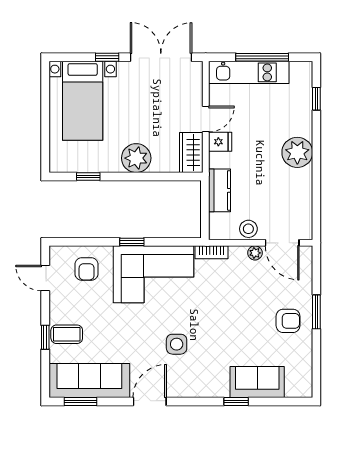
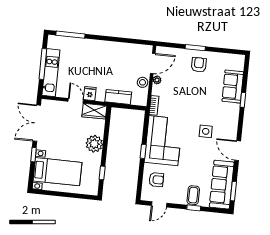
window: (316, 99) -> (70, 35), width x2.17
plant: (297, 152) -> (101, 49), removed

